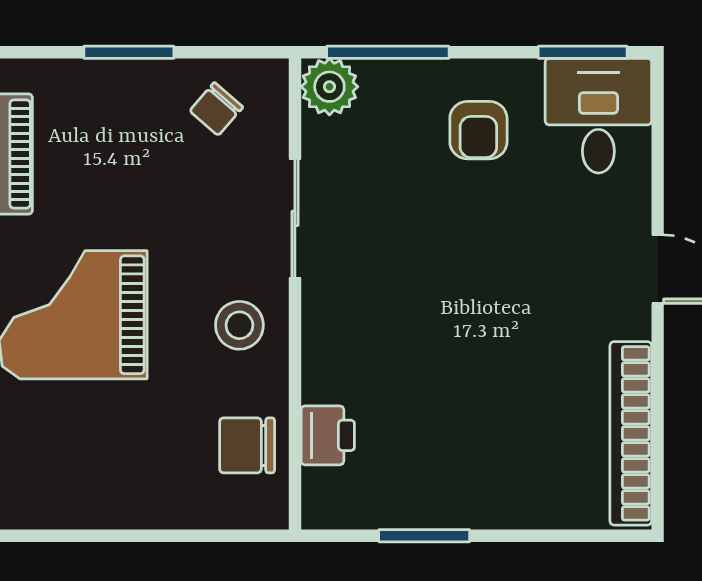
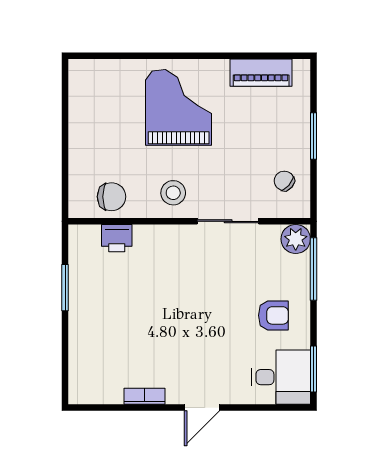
armchair: (478, 130) -> (273, 315), turned 180
bookcase: (631, 433) -> (144, 396), width x0.43, depth x0.76
chair: (247, 445) -> (112, 197), turned 90

